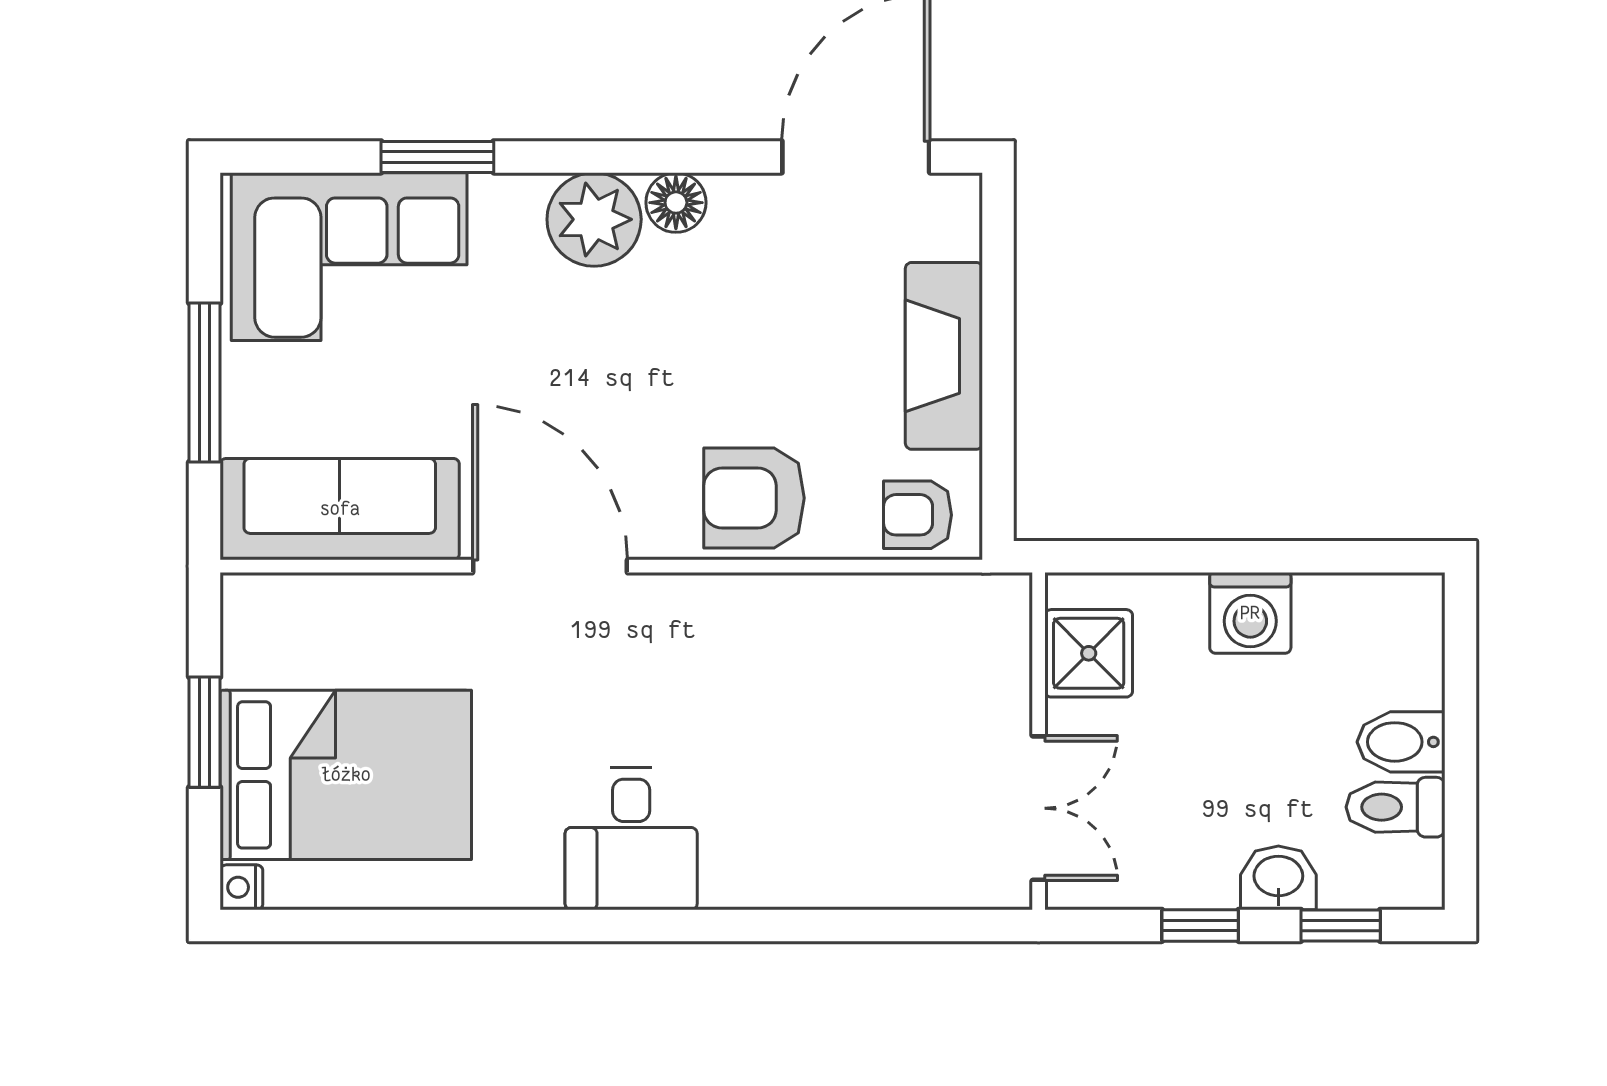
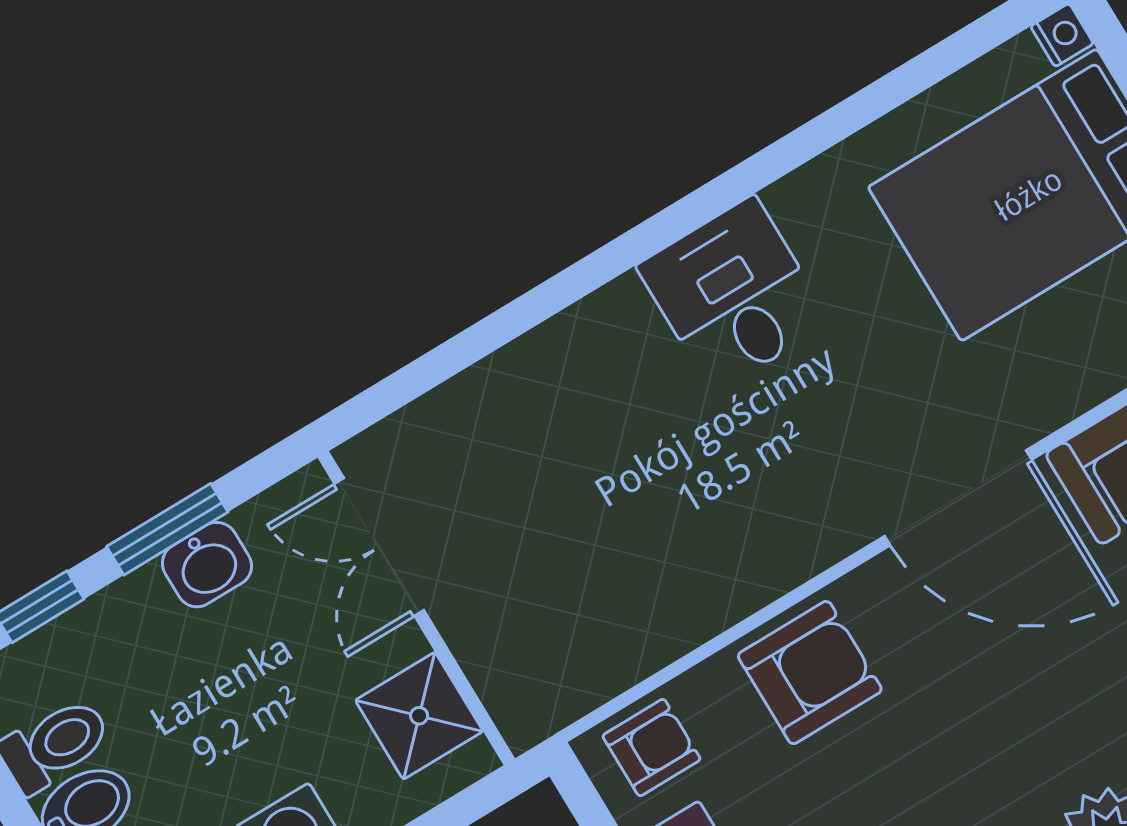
washbasin: (1278, 878) -> (207, 565), moved
window: (1200, 925) -> (167, 529), width x1.50

